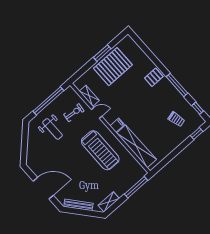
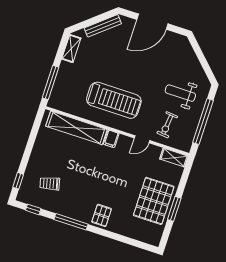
shelving: (89, 96) -> (174, 158), moved
treadmill: (100, 150) -> (114, 100), turned 180

